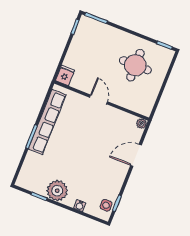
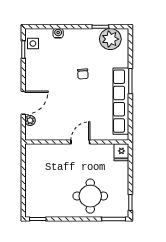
round table: (135, 65) -> (90, 196), moved
door: (98, 99) -> (80, 142), swing flipped
plant: (141, 123) -> (30, 120), moved
chair: (72, 160) -> (83, 74), added
plant: (57, 191) -> (110, 39), moved

